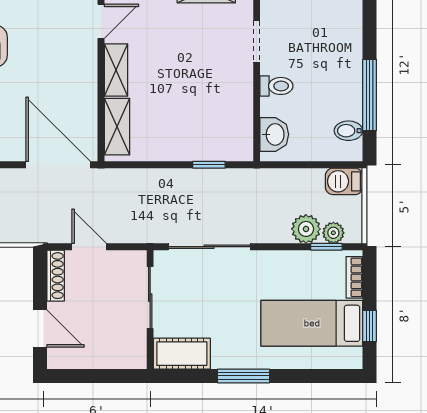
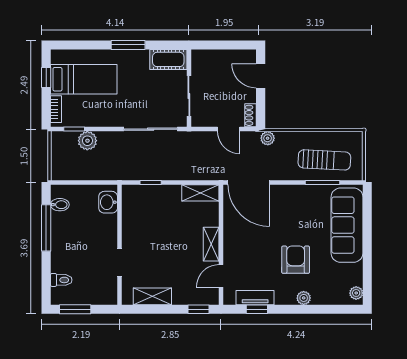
toilet: (276, 86) -> (61, 280), moved, turned 180
shelving: (117, 127) -> (200, 193), moved, turned 90
barbecue: (344, 181) -> (63, 172), removed
plant: (333, 233) -> (268, 138), moved
shoe rack: (56, 276) -> (250, 115), width x0.70

